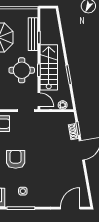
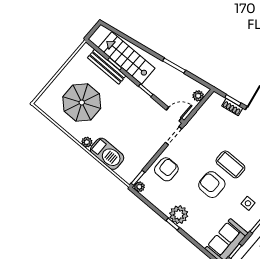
stairs: (49, 67) -> (127, 58), moved
round table: (22, 70) -> (132, 107), removed
coffee table: (38, 160) -> (230, 164), added

